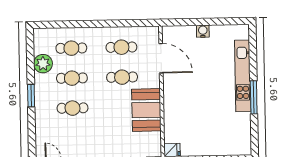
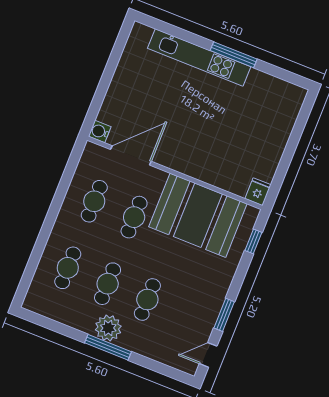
water cooler: (203, 31) -> (100, 132), moved
plant: (43, 64) -> (108, 328), moved
window: (31, 96) -> (108, 347), width x1.44
booth: (146, 110) -> (198, 215), width x1.36, depth x1.42

